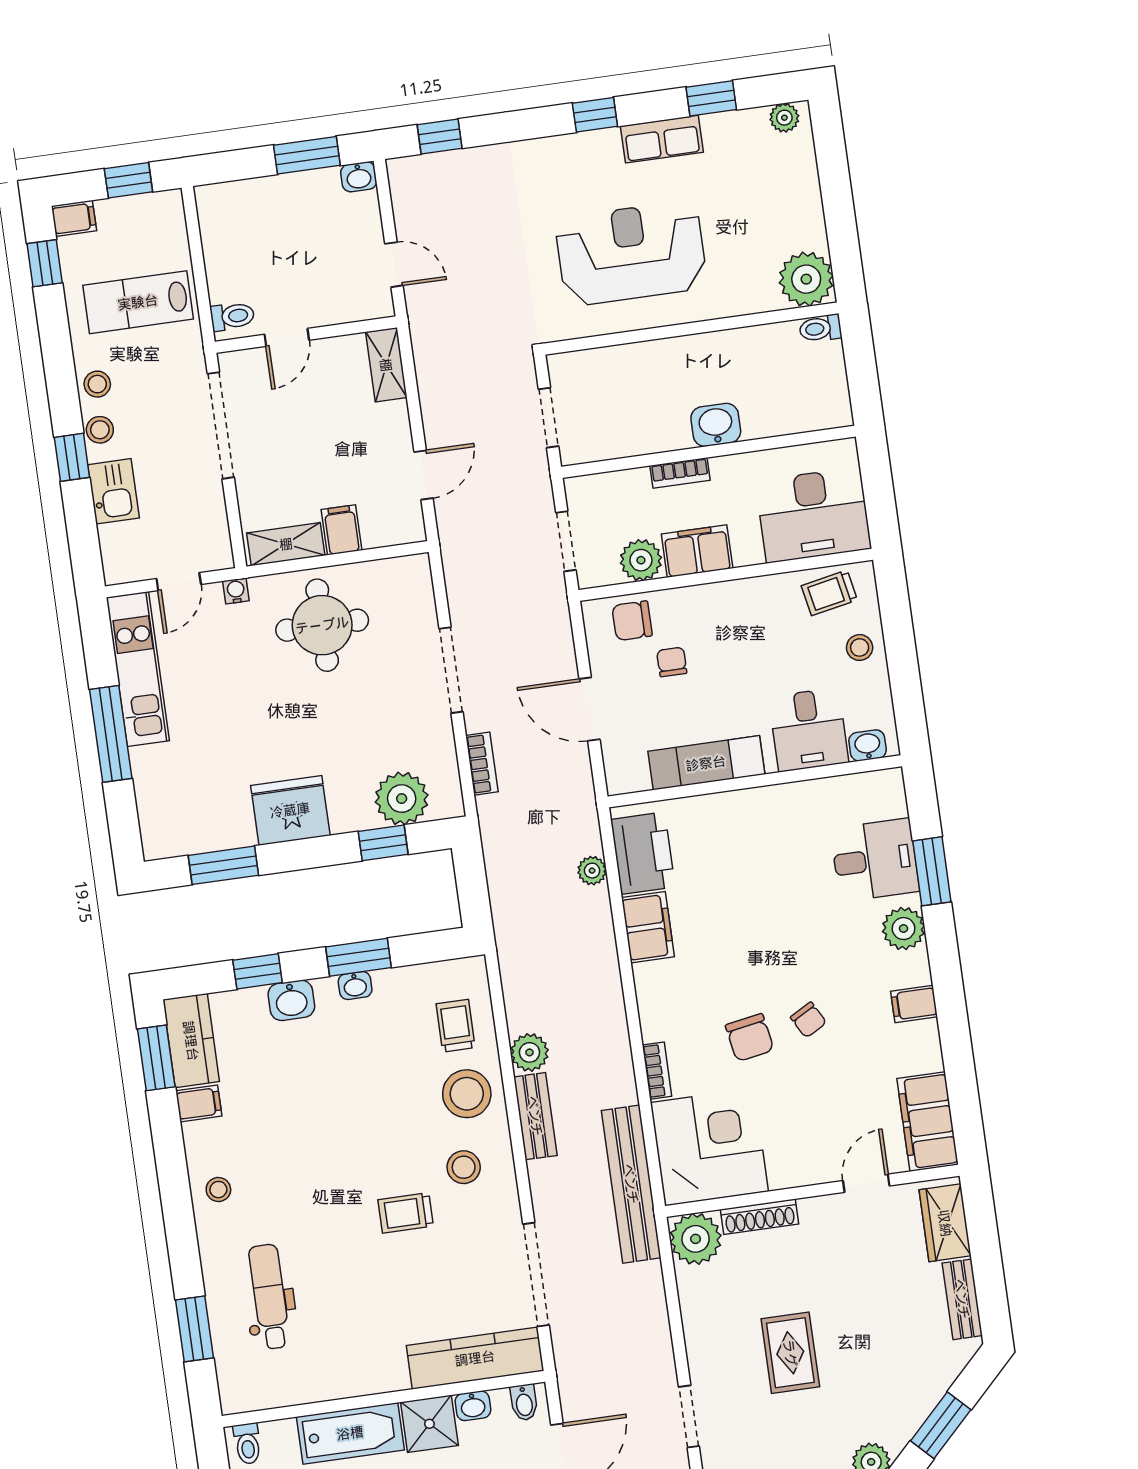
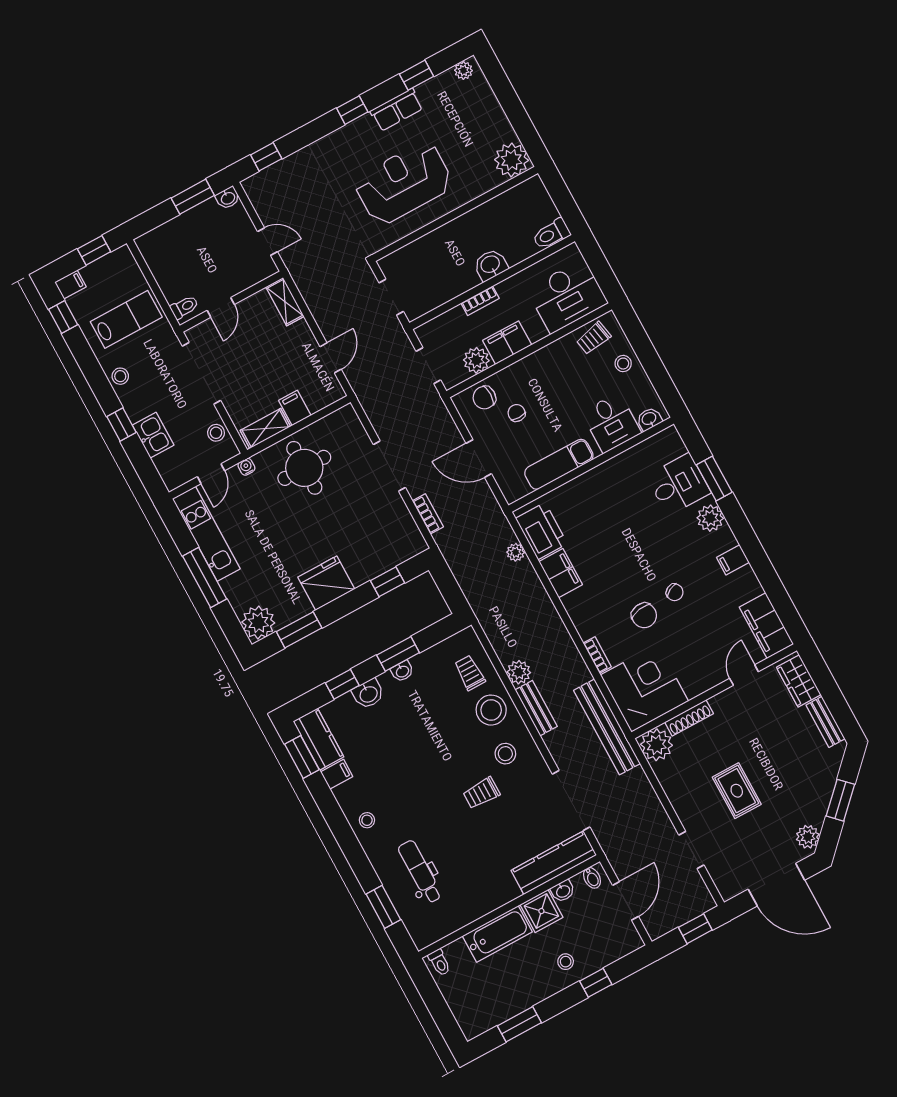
lab bench: (138, 302) -> (126, 319), turned 180
toilet: (820, 328) -> (551, 234), moved, width x1.37, depth x1.39
stool: (100, 430) -> (216, 433), moved
plant: (402, 799) -> (258, 623), moved

